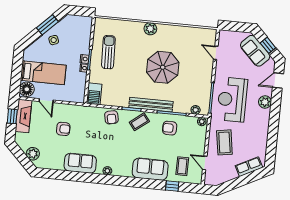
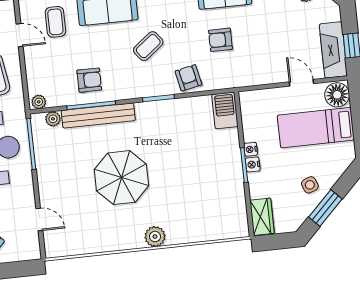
wardrobe: (85, 27) -> (262, 217), added
sun lounger: (108, 52) -> (216, 184), removed
bench: (151, 105) -> (98, 116), moved
coffee table: (139, 122) -> (148, 46), moved
armchair: (63, 129) -> (220, 40), moved

